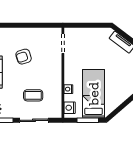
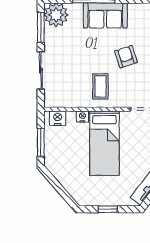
bed: (94, 94) -> (104, 143), moved, turned 90
coffee table: (33, 95) -> (101, 86), moved

